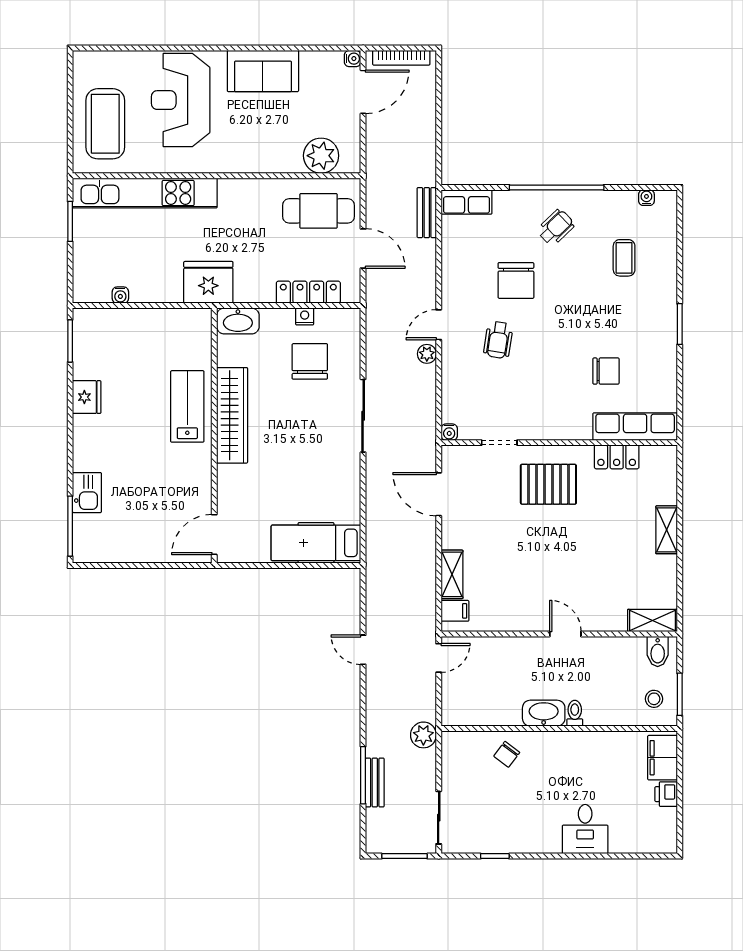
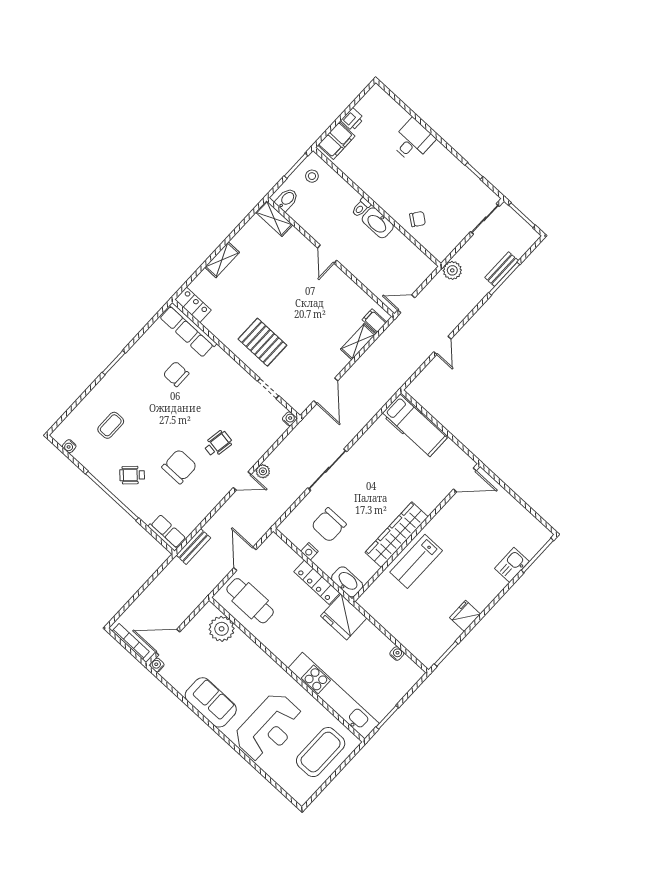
locker: (308, 292) -> (317, 582), moved
locker: (617, 457) -> (193, 305), moved

